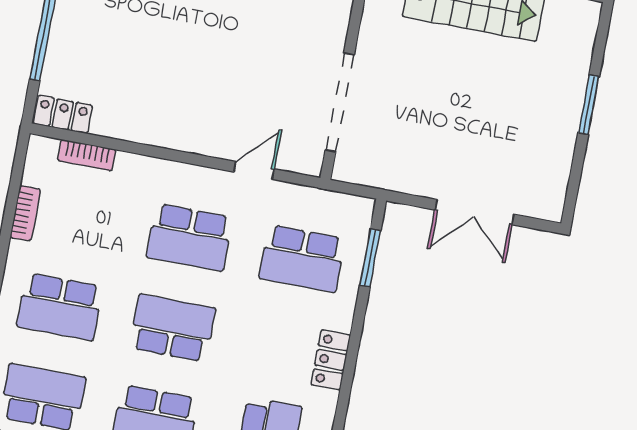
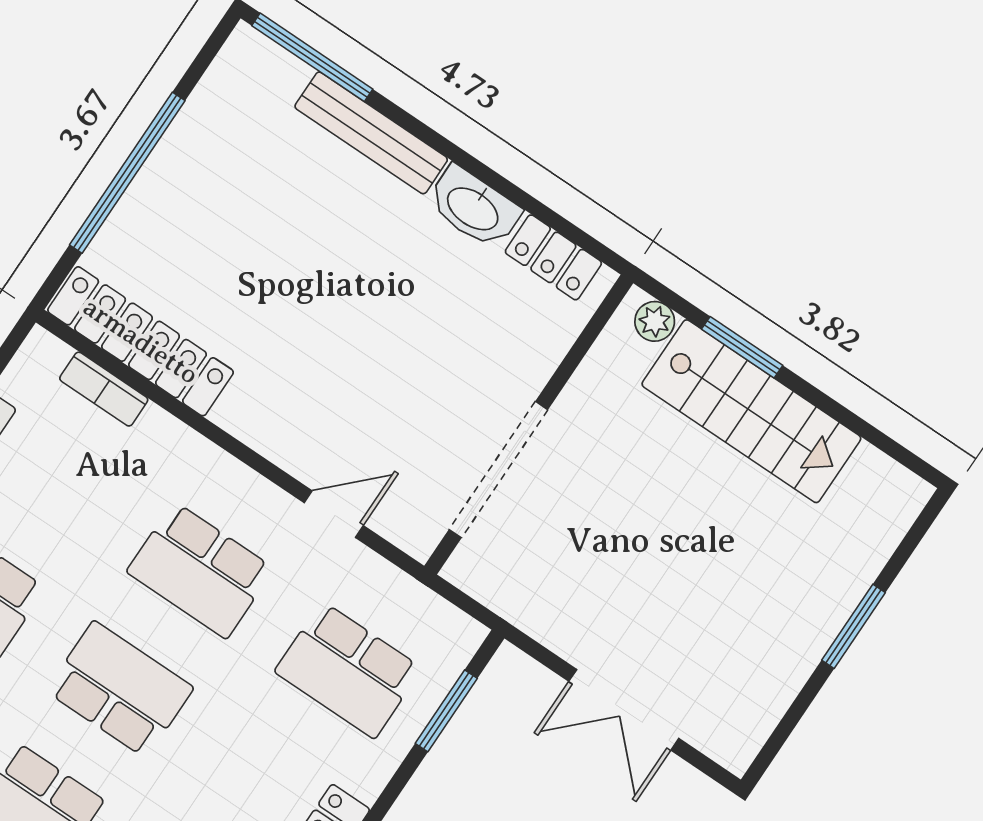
locker: (63, 114) -> (141, 341), width x2.16, depth x1.21

